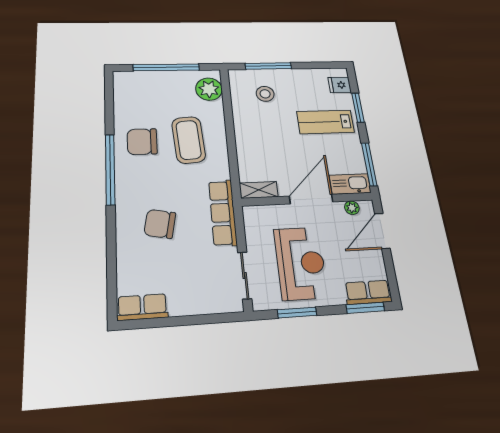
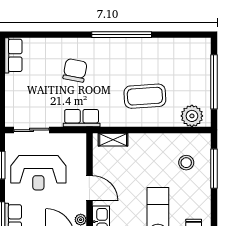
chair: (142, 142) -> (145, 60), removed
shelving: (259, 190) -> (113, 140), moved, turned 90
door: (311, 199) -> (89, 188), width x0.73
row of seats: (223, 213) -> (82, 118), width x0.68

